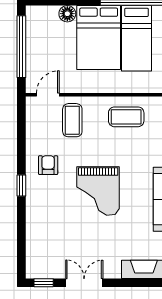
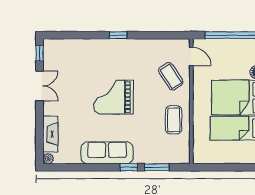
coffee table: (72, 120) -> (171, 76), turned 57
armchair: (48, 165) -> (135, 57), removed

